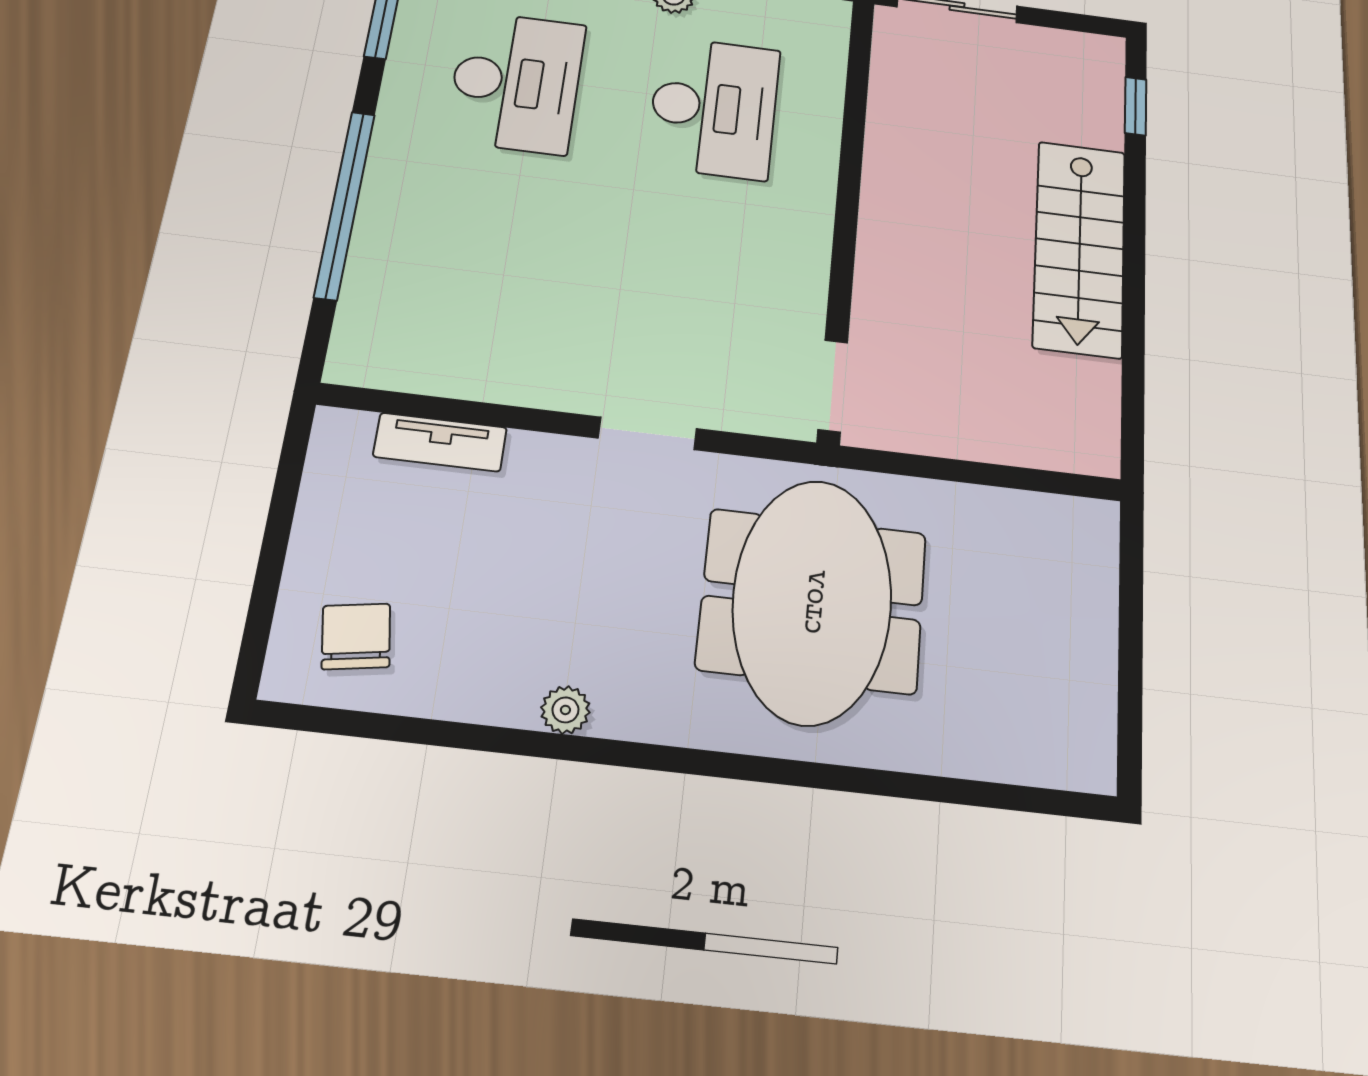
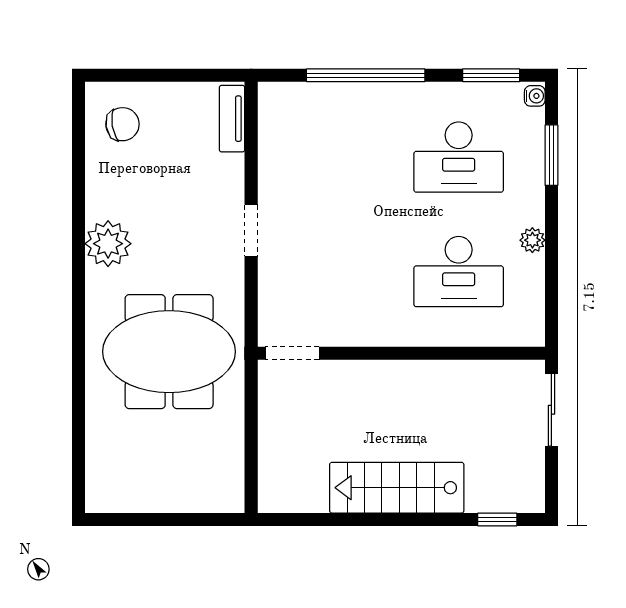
doorway: (647, 433) -> (251, 230), moved
tv unit: (440, 442) -> (232, 119), moved
plant: (565, 710) -> (108, 244), width x1.88, depth x1.88

